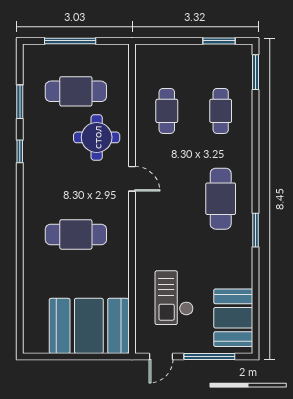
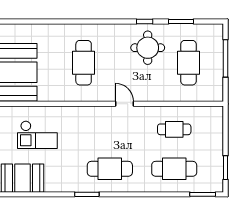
cafe table: (221, 111) -> (174, 169), width x1.37, depth x1.35
round table: (97, 137) -> (148, 48), moved
door: (132, 179) -> (124, 104), swing flipped
checkout: (174, 298) -> (37, 135), turned 180

